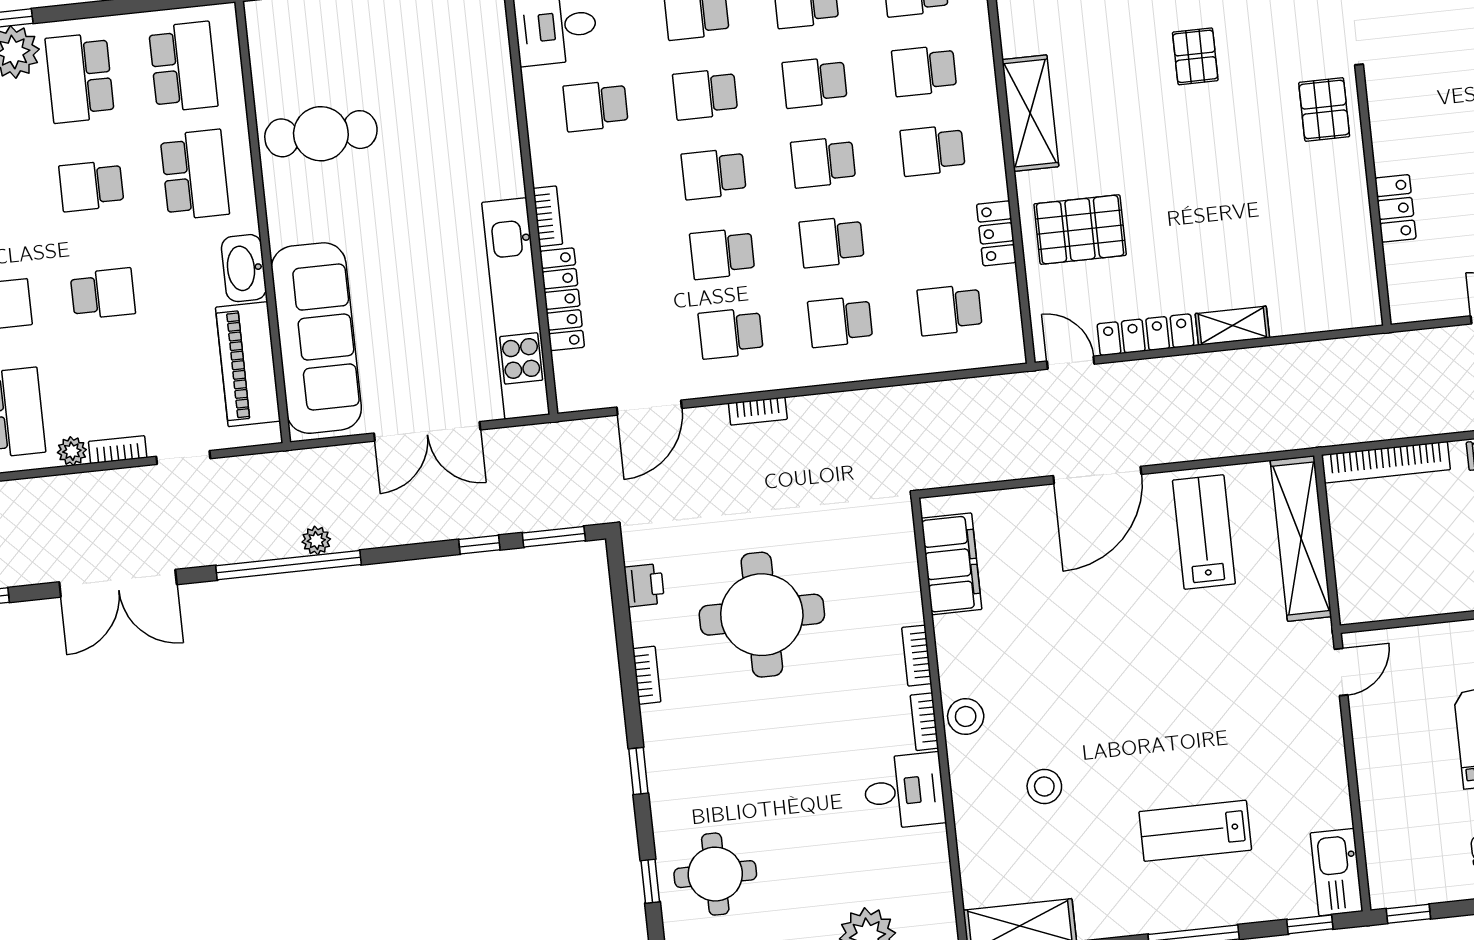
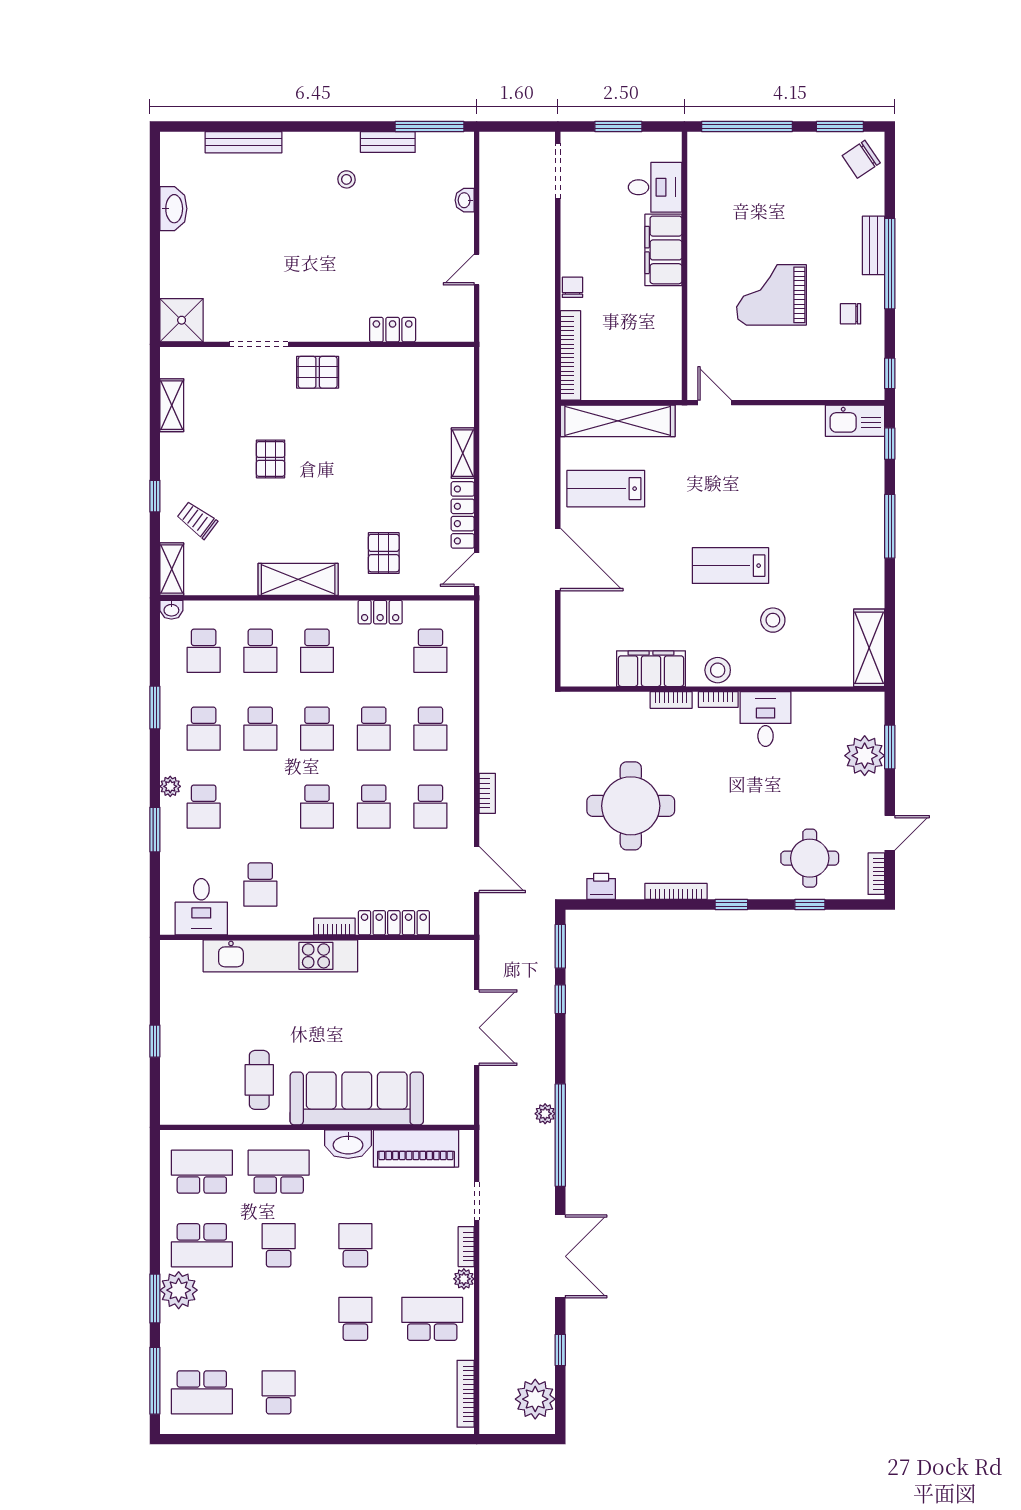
pallet: (1195, 56) -> (271, 459), turned 90
school desk: (705, 94) -> (260, 807), removed
cafe table: (321, 134) -> (259, 1080), width x0.73, depth x0.74
school desk: (91, 186) -> (279, 1245), turned 180
pallet: (1080, 230) -> (384, 553), width x0.67, depth x0.71
kitchen unit: (516, 309) -> (280, 956), moved
sofa: (316, 338) -> (357, 1098), moved
filing cabinet: (951, 564) -> (651, 669), moved
bookcase: (647, 675) -> (676, 891), width x1.56
lab bench: (1195, 831) -> (730, 566), moved, turned 90

